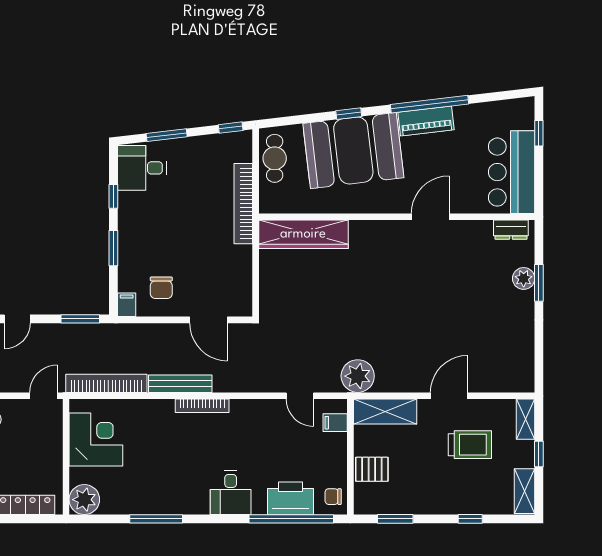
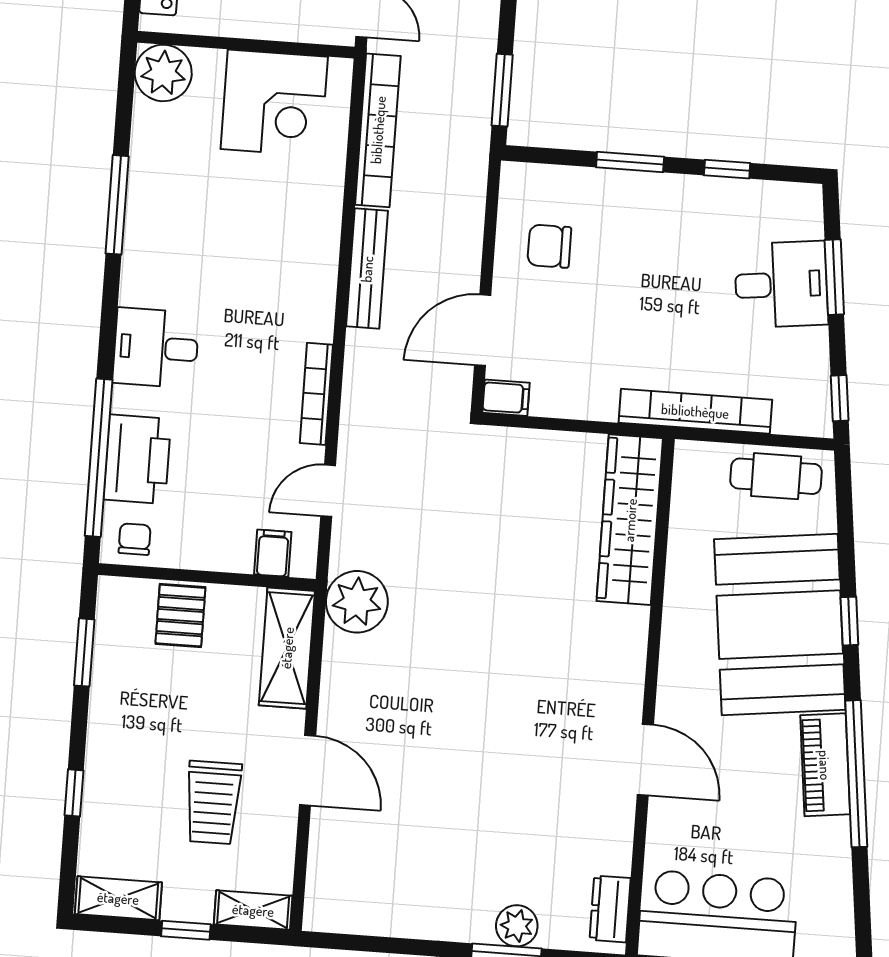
desk: (142, 168) -> (781, 284), moved, turned 83
filing cabinet: (127, 305) -> (506, 398), moved
bookcase: (202, 406) -> (316, 394), moved

